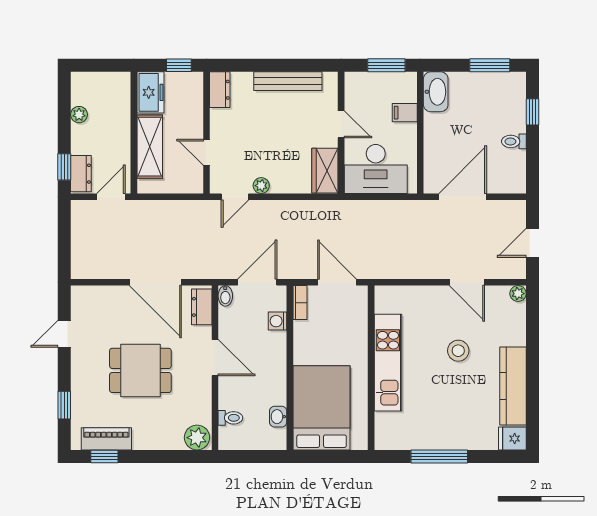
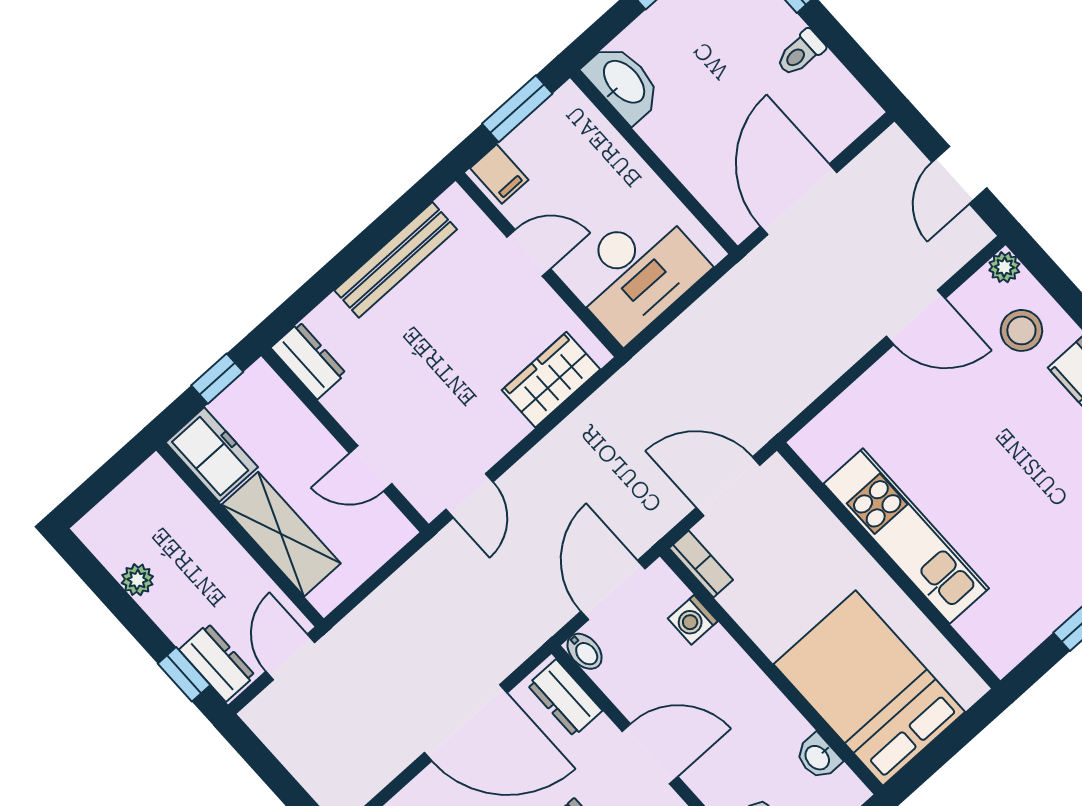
filing cabinet: (405, 113) -> (499, 174), moved, turned -90
wardrobe: (325, 171) -> (551, 380), moved, turned 90
plant: (261, 186) -> (493, 445), removed
stool: (458, 351) -> (1021, 330), moved

